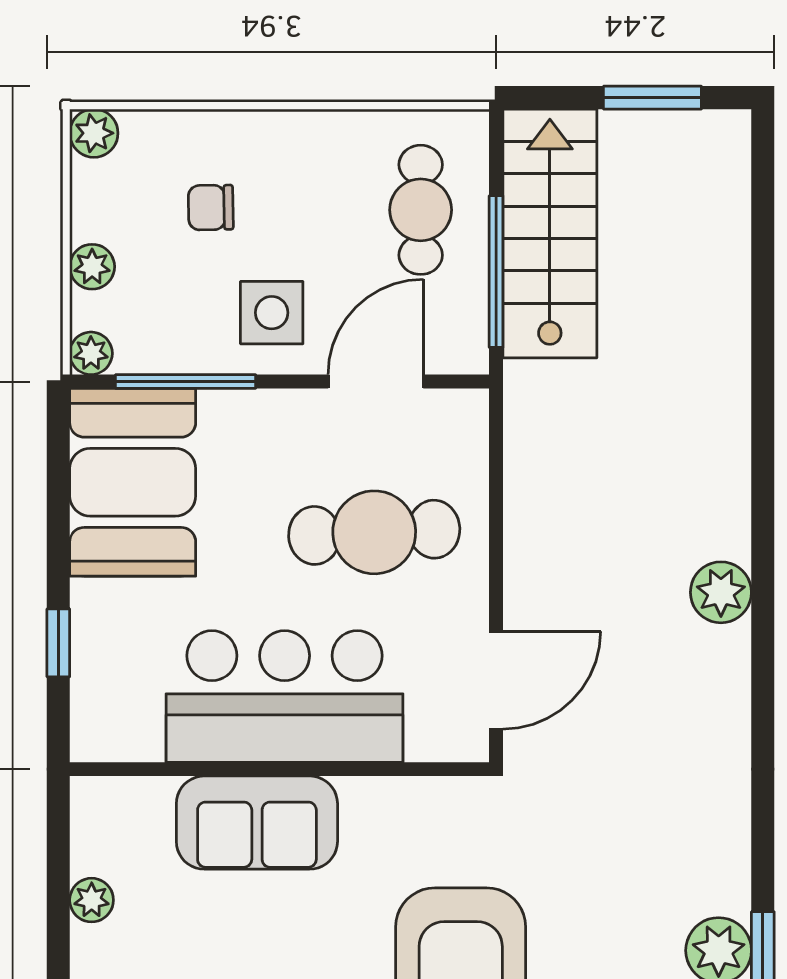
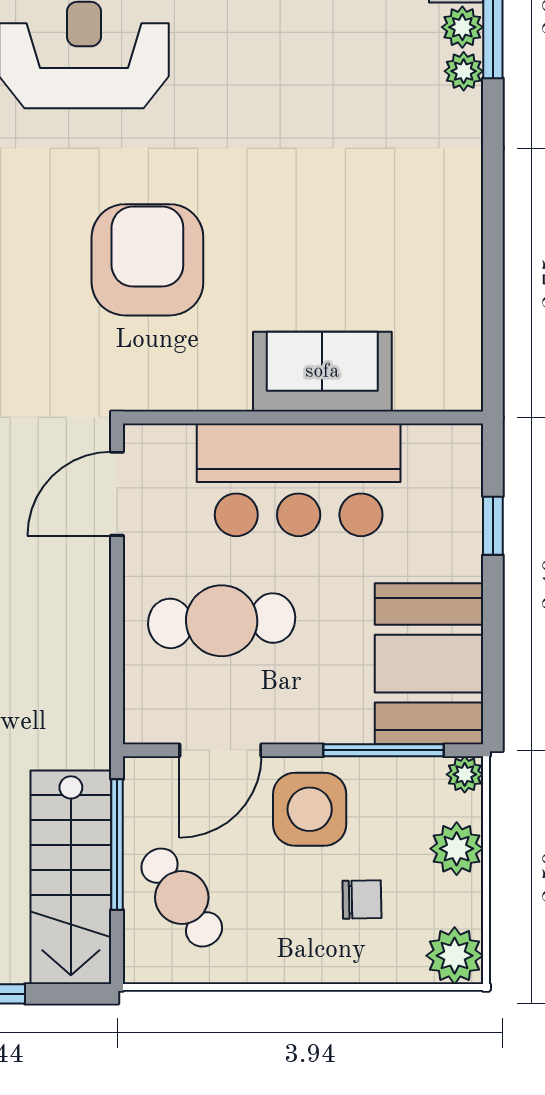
plant: (94, 133) -> (455, 956), width x1.38, depth x1.38
cafe table: (421, 210) -> (182, 898), turned -35
plant: (92, 267) -> (457, 849), width x1.38, depth x1.38
side table: (272, 313) -> (310, 809), width x1.37, depth x1.37
plant: (92, 900) -> (464, 305), removed

